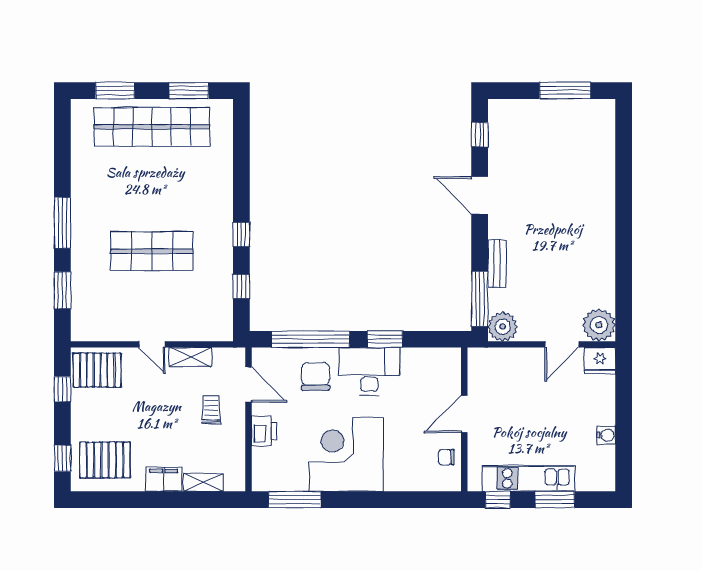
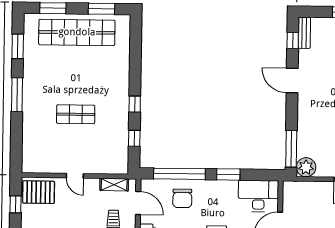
shop shelf: (152, 251) -> (76, 114), width x0.70, depth x0.74
bench: (497, 264) -> (304, 33), moved
window: (62, 290) -> (18, 46), moved
shelving: (190, 357) -> (114, 185), moved
desk: (369, 371) -> (258, 196), moved
chair: (315, 376) -> (182, 198), turned 180

